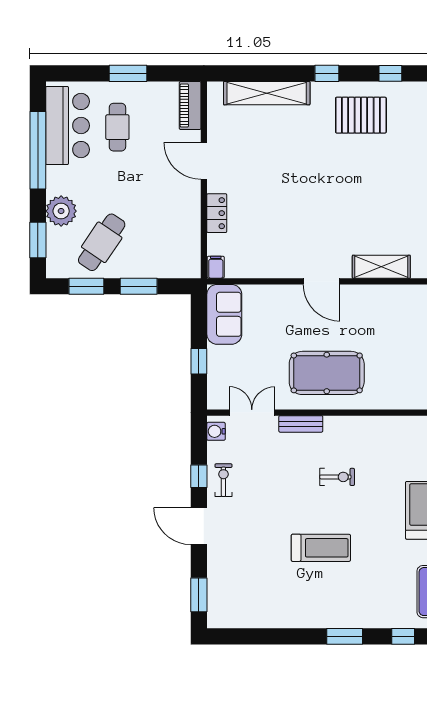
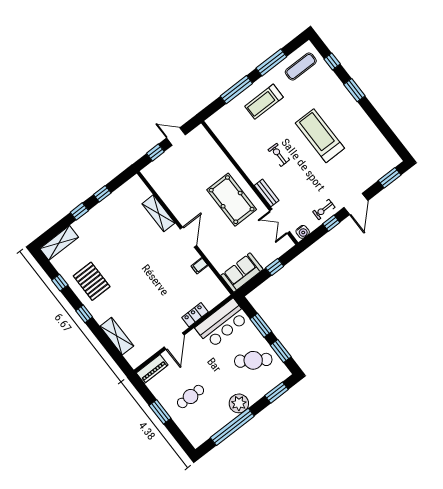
shelving: (267, 93) -> (117, 336), width x0.68
bar counter: (68, 126) -> (222, 323), moved, turned 180
plant: (61, 211) -> (239, 403), moved
filing cabinet: (216, 267) -> (199, 266), moved
treadmill: (321, 548) -> (320, 136), width x1.37, depth x1.38

